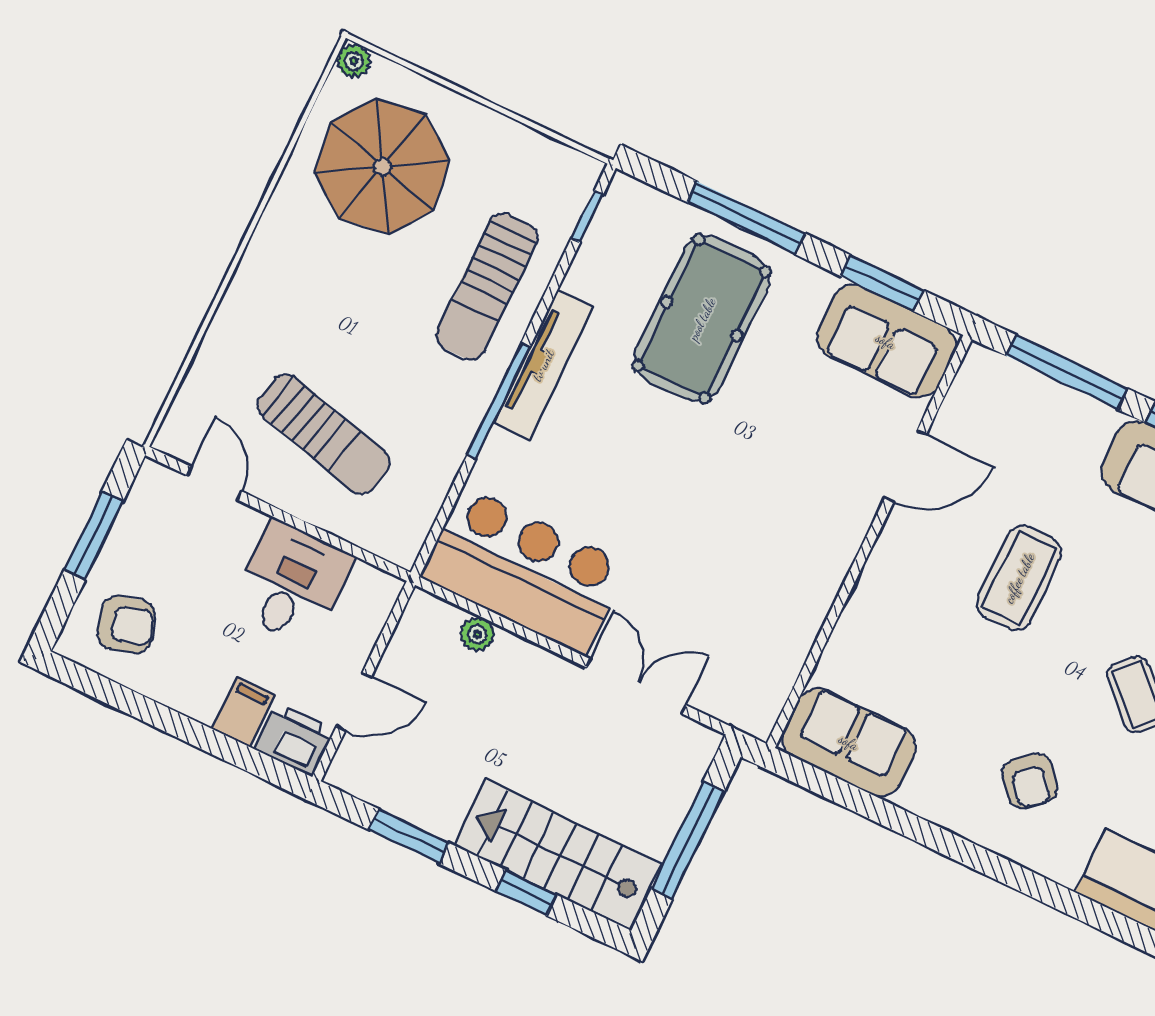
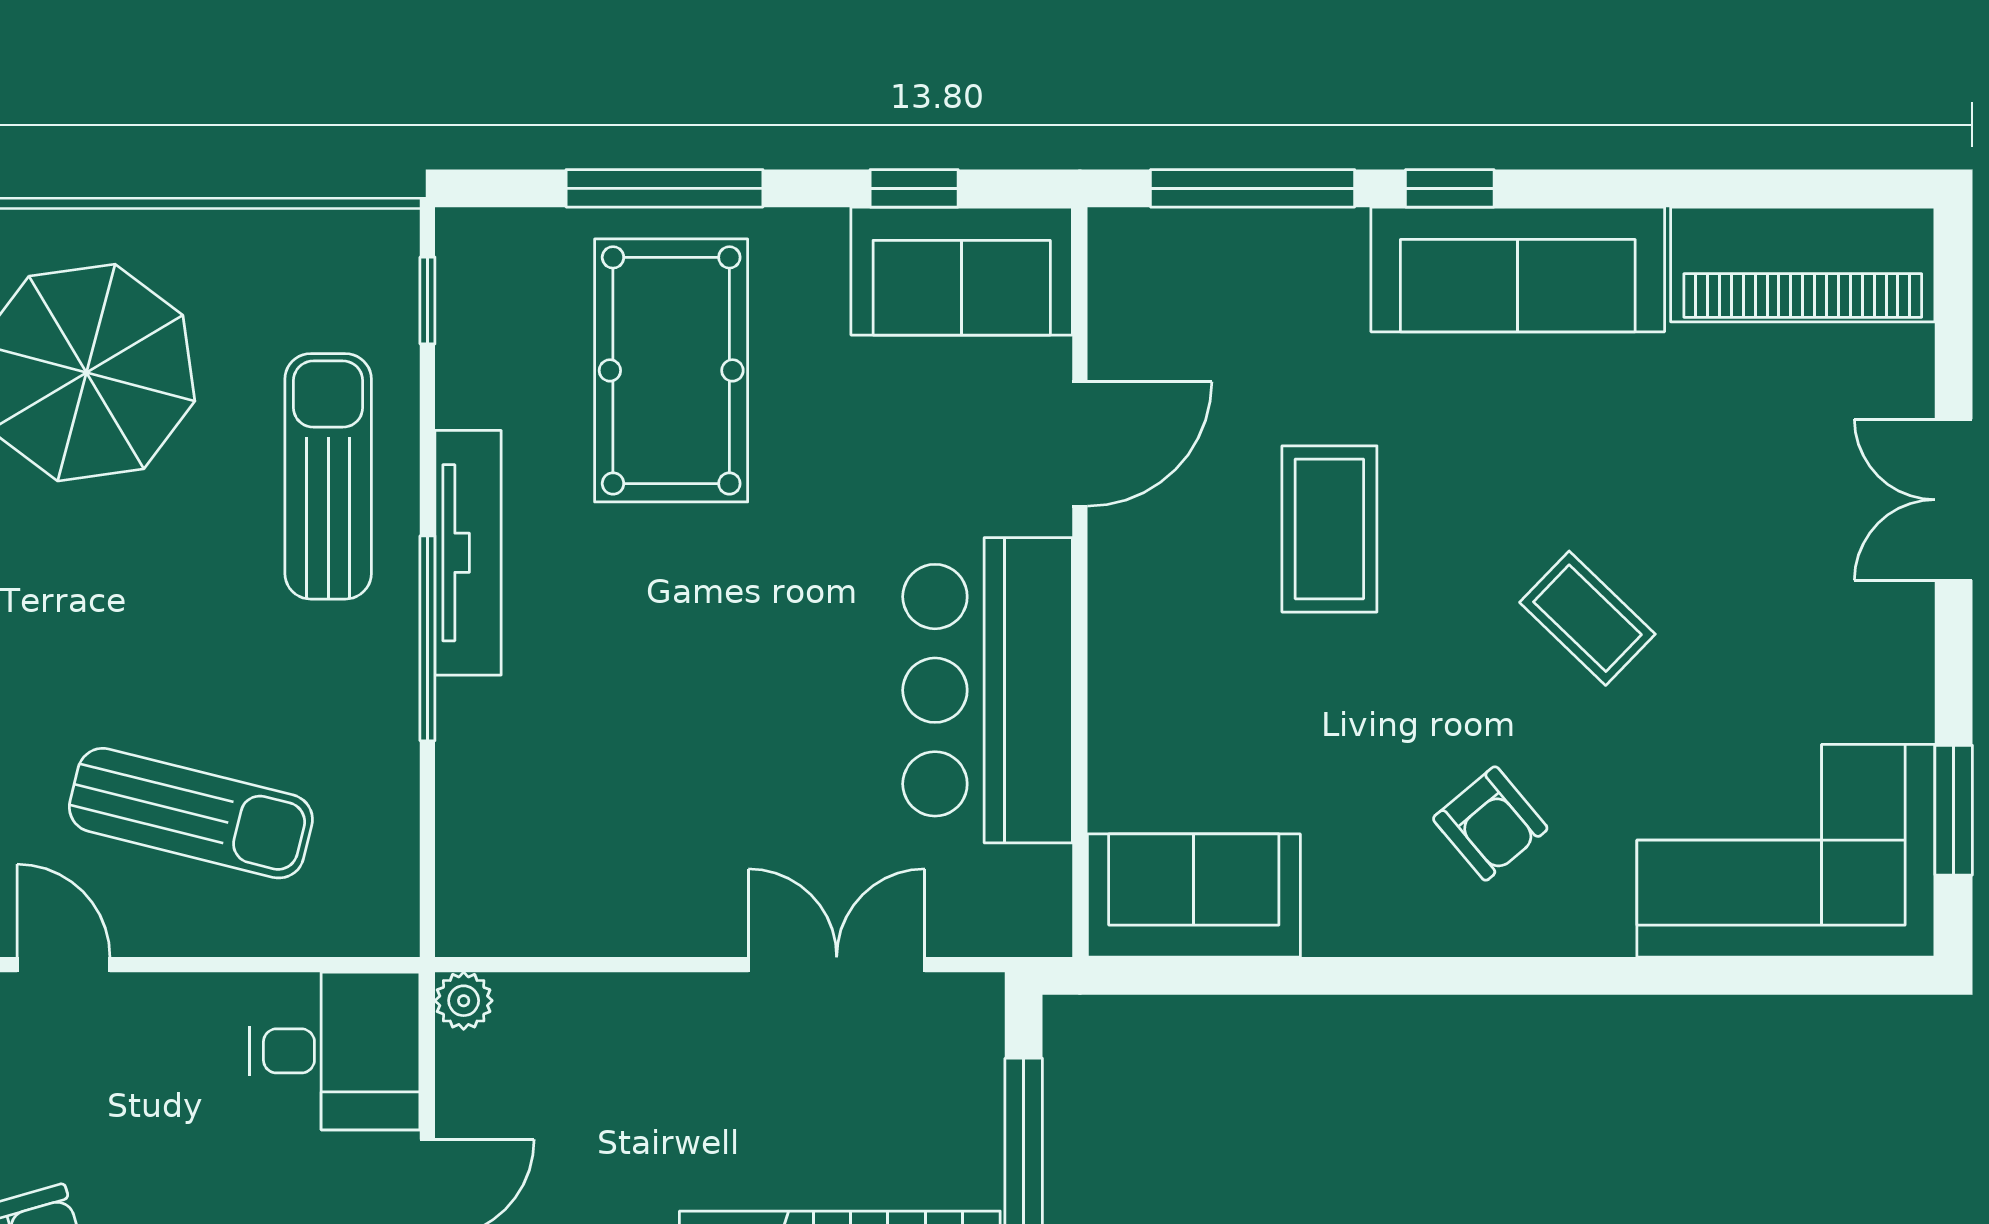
window: (882, 283) -> (914, 188), width x0.67
sun lounger: (487, 286) -> (328, 476), turned 180
bar counter: (525, 571) -> (988, 690), moved, turned -90
desk: (292, 583) -> (335, 1051), moved, turned 90
plant: (477, 634) -> (464, 1001), moved

